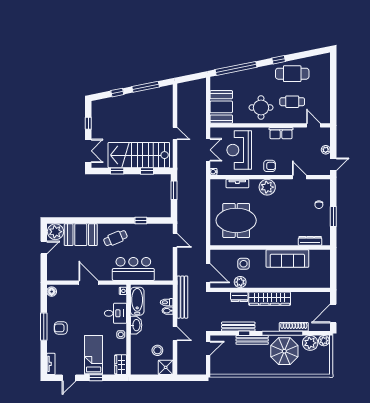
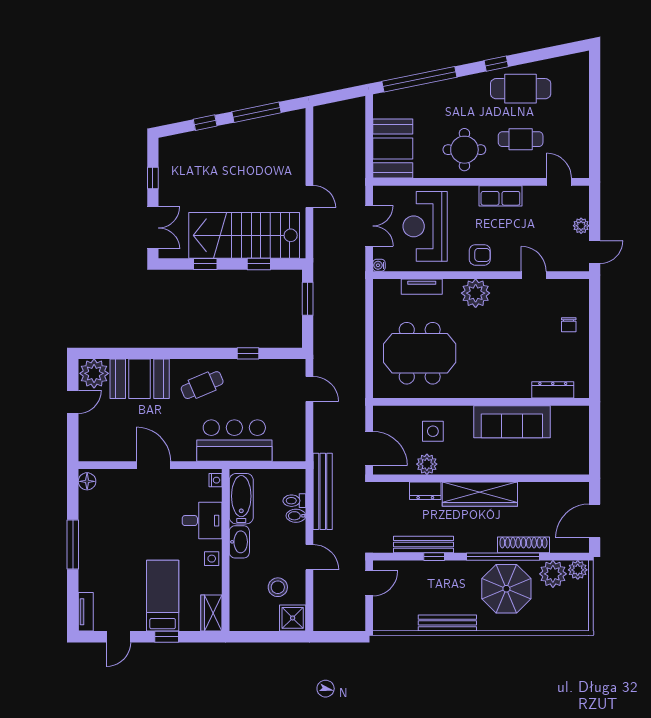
window: (333, 216) -> (595, 346), removed
armchair: (61, 328) -> (104, 547), removed
bench: (252, 340) -> (447, 623), moved

